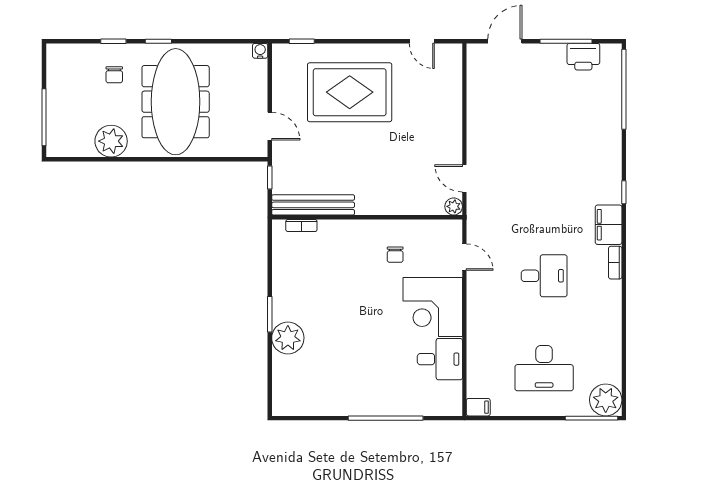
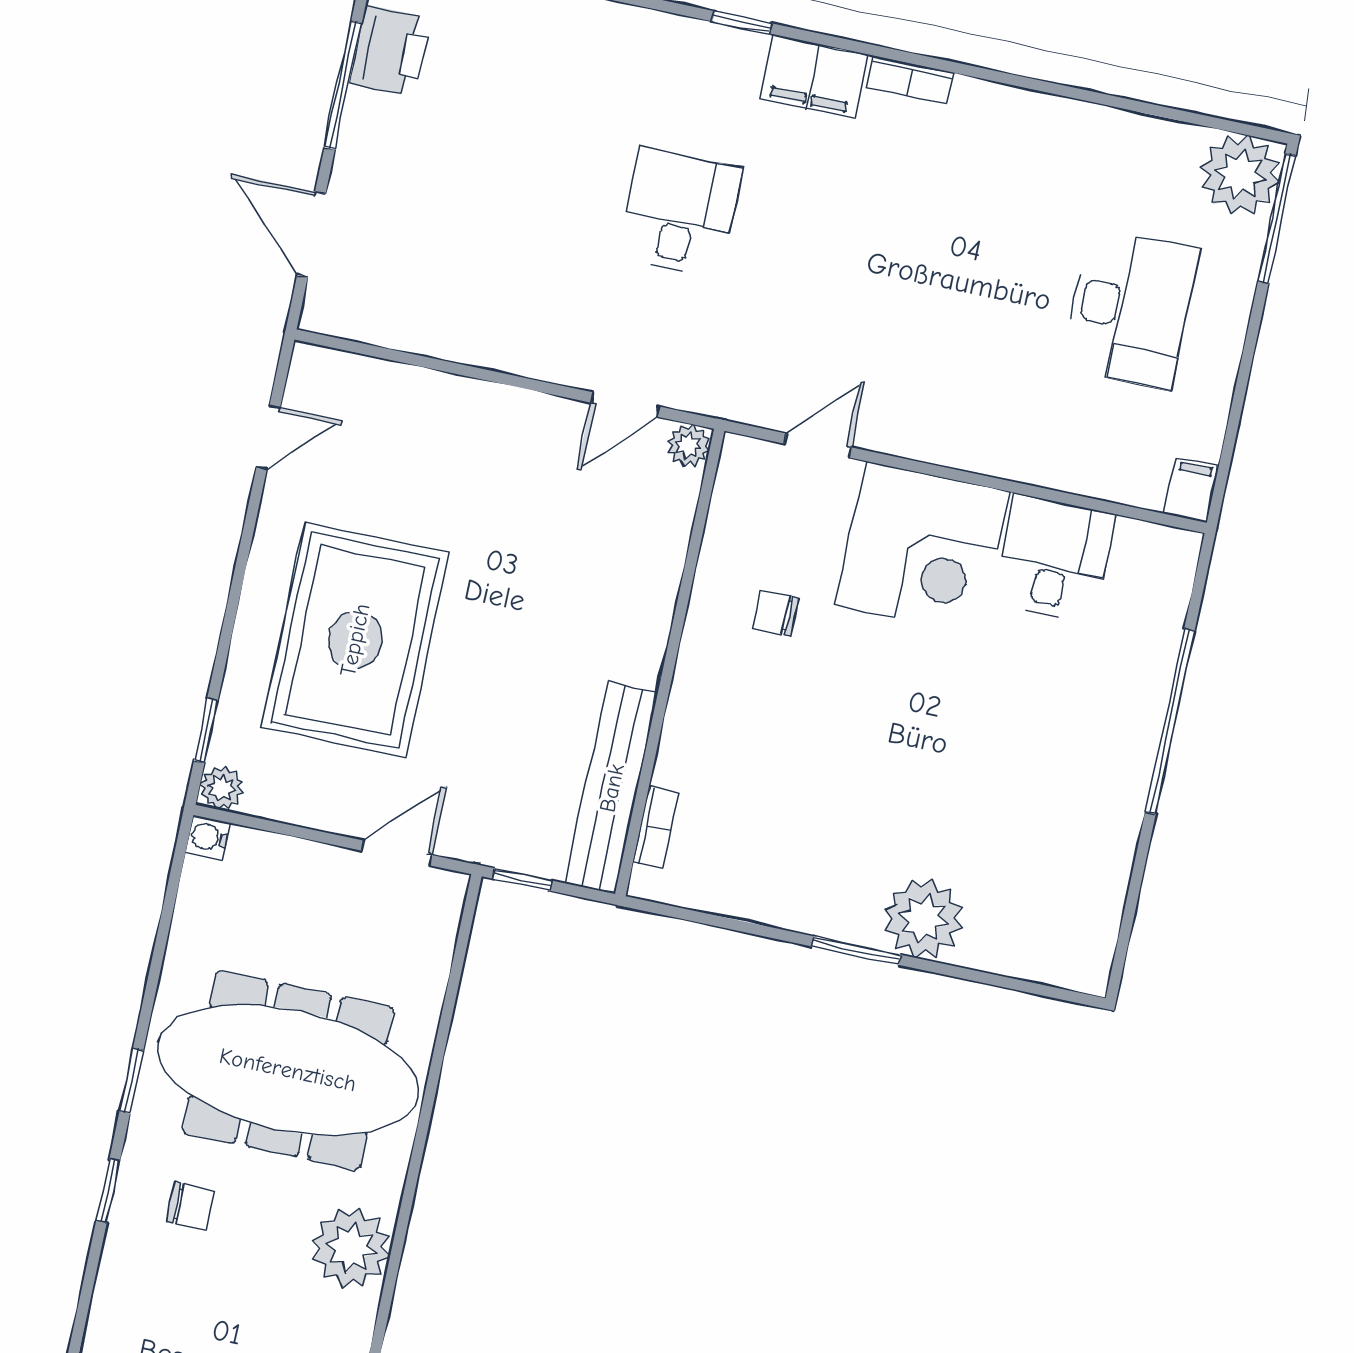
plant: (281, 52) -> (221, 788), added
chair: (395, 255) -> (776, 613), turned 180
desk: (544, 276) -> (679, 213), moved

